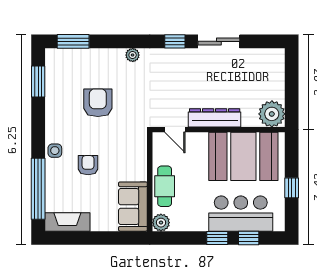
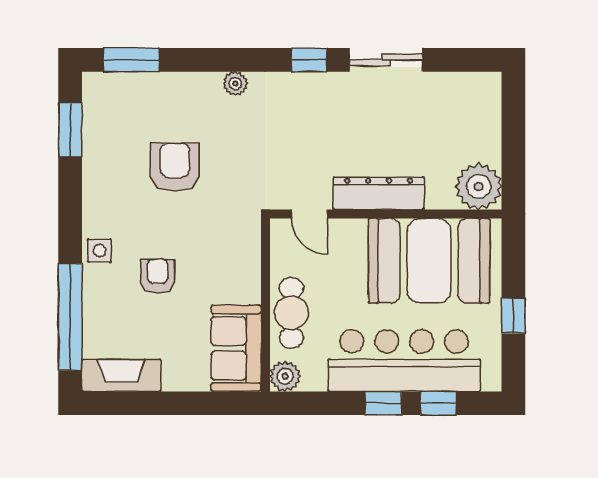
bar counter: (241, 214) -> (404, 361), width x1.36

